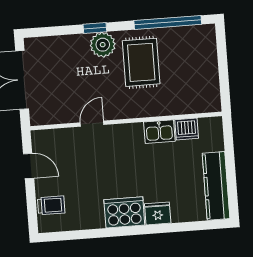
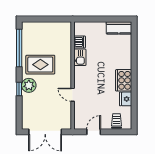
kitchen counter: (216, 186) -> (119, 28), width x0.67
fridge: (158, 213) -> (126, 99), moved

